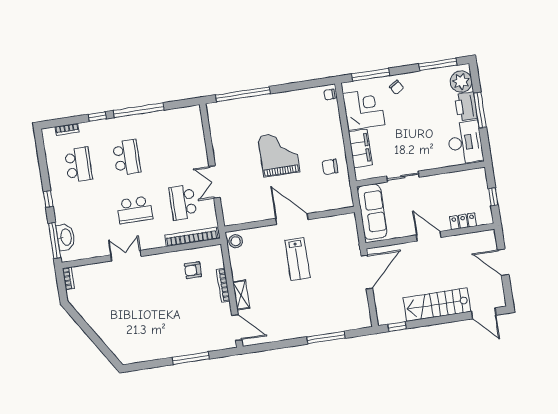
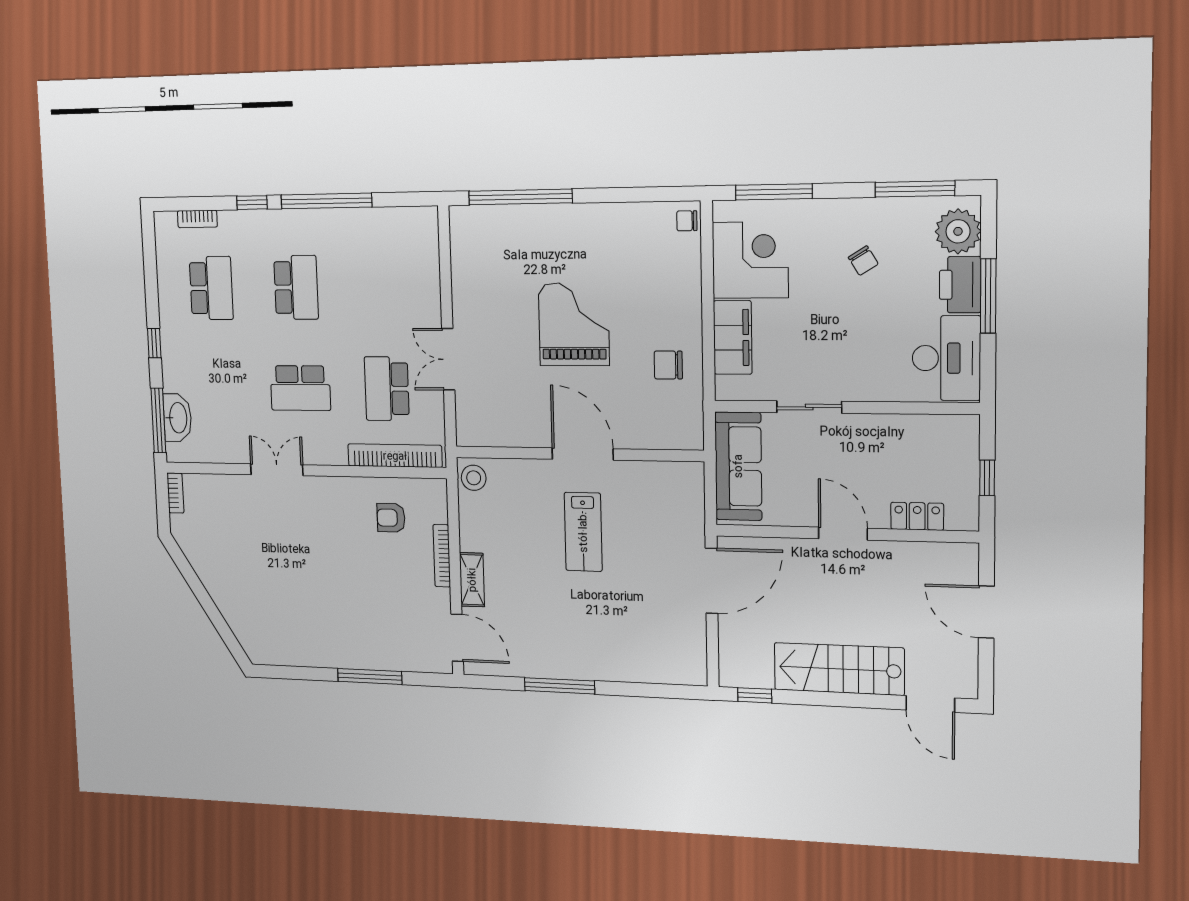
chair: (397, 87) -> (863, 261), moved
window: (326, 337) -> (559, 686), moved

